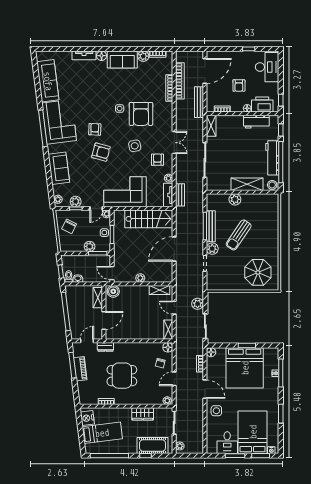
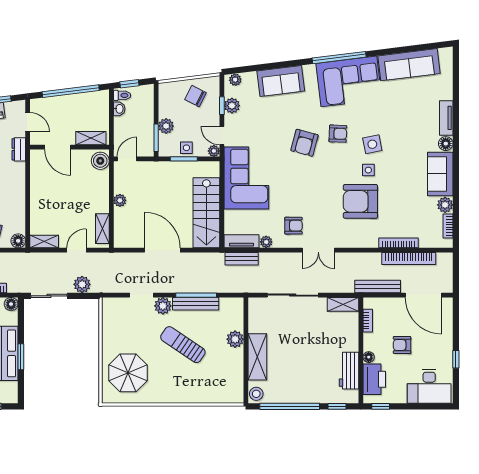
side table: (135, 146) -> (372, 144), moved
workbench: (272, 158) -> (296, 394), removed

